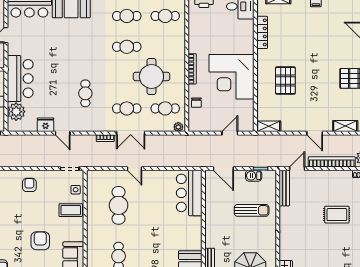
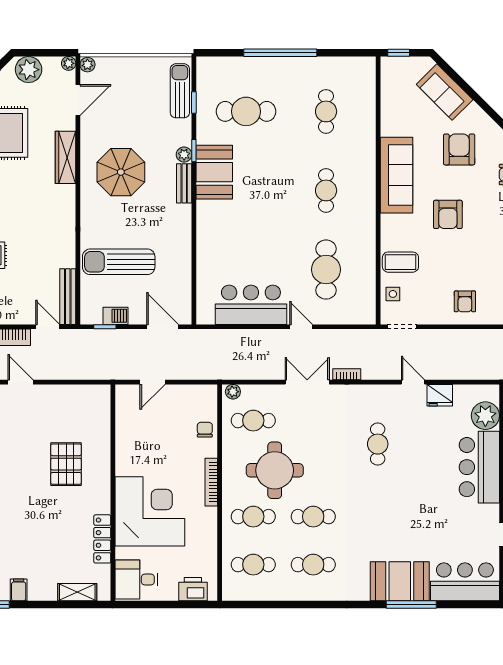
corner desk: (232, 77) -> (150, 511), moved
cafe table: (127, 108) -> (253, 517), moved
shelving: (269, 126) -> (92, 393), removed
door: (297, 169) -> (48, 327), swing flipped
bar counter: (189, 193) -> (251, 305), moved, turned -90
sun lounger: (252, 210) -> (119, 262), width x1.36, depth x1.34

